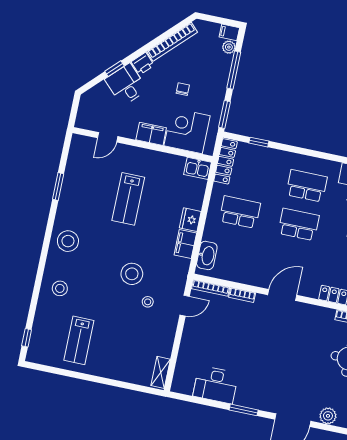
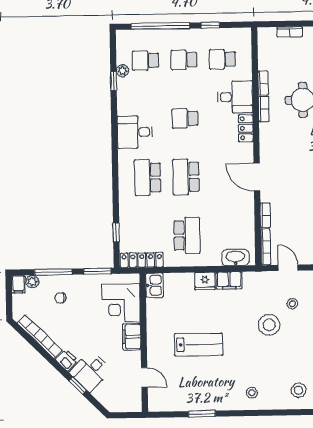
chair: (183, 89) -> (60, 298), moved
school desk: (240, 212) -> (187, 235), turned 180
stool: (68, 241) -> (252, 393), width x0.53, depth x0.53

